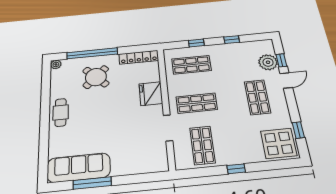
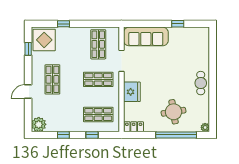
locker: (139, 57) -> (134, 127), width x0.66
window: (281, 60) -> (28, 110), removed
plant: (268, 62) -> (39, 124), moved
round table: (96, 77) -> (174, 112), turned 36
sofa: (79, 168) -> (146, 36), moved
window: (236, 169) -> (64, 24), moved
window: (92, 183) -> (178, 24), width x0.46

